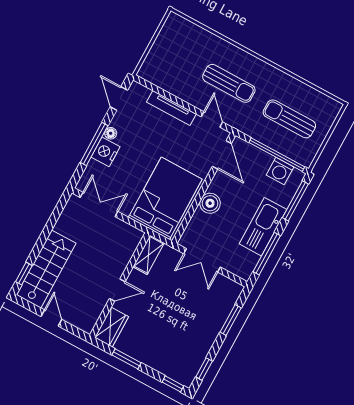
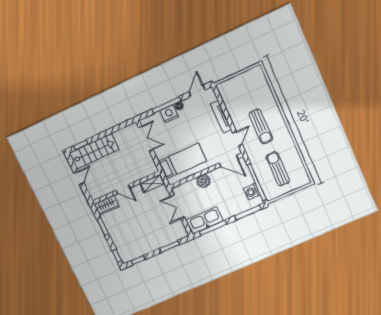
door: (222, 155) -> (229, 161), hinge flipped
bed: (165, 198) -> (182, 161), width x0.67
kitchen sink: (263, 227) -> (205, 220), moved

